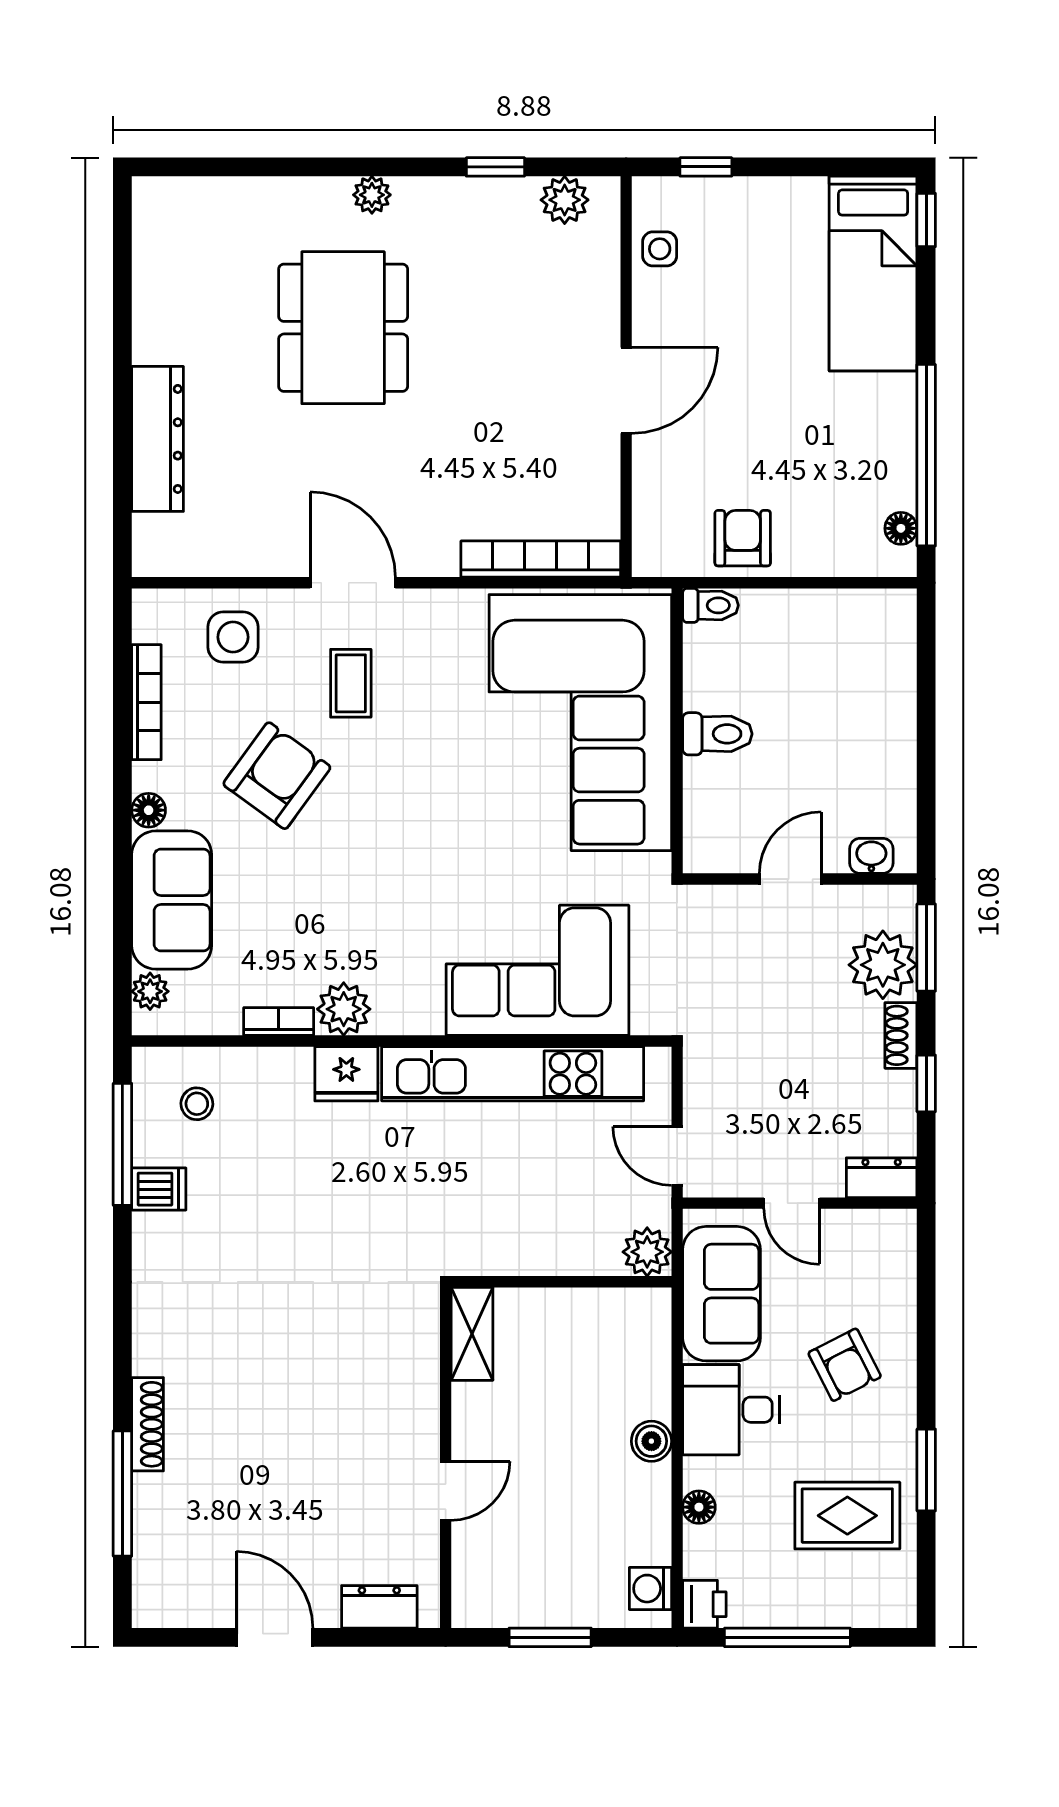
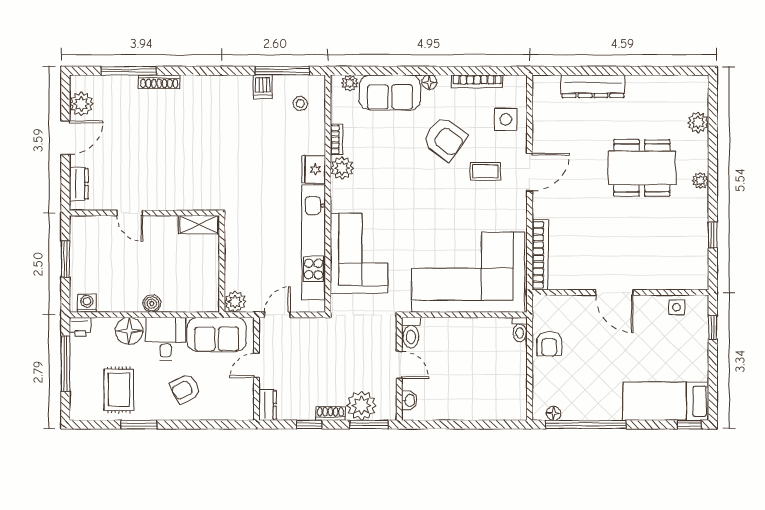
plant: (565, 200) -> (698, 122), moved
armchair: (743, 538) -> (549, 344), turned 90
toilet: (717, 734) -> (411, 333), moved
floor lamp: (699, 1507) -> (129, 331), width x1.89, depth x1.89
plant: (198, 1601) -> (81, 104), added

